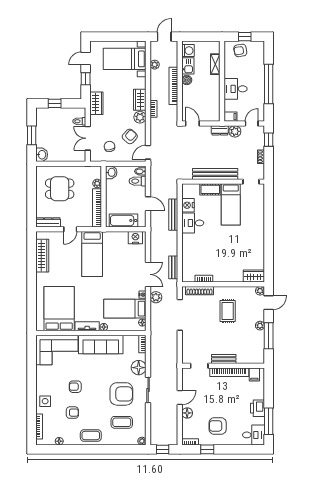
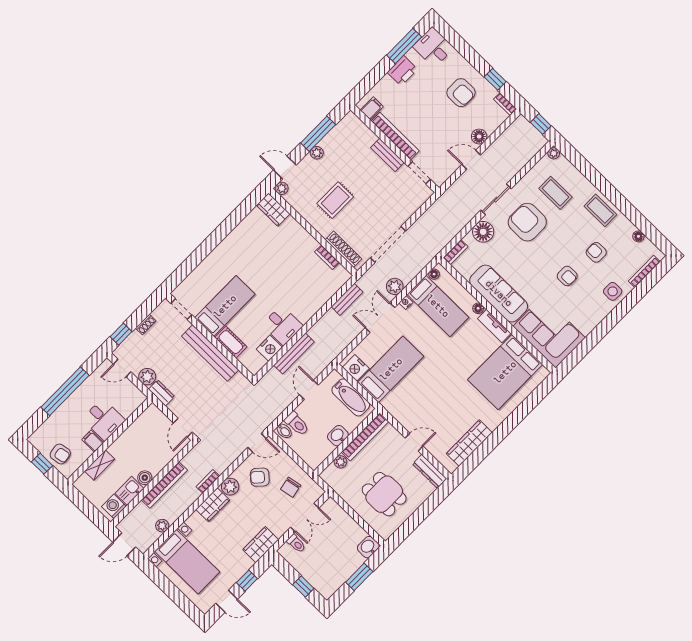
filing cabinet: (230, 117) -> (93, 441), moved
washbasin: (111, 172) -> (338, 436), moved
bed: (92, 254) -> (391, 369), moved

